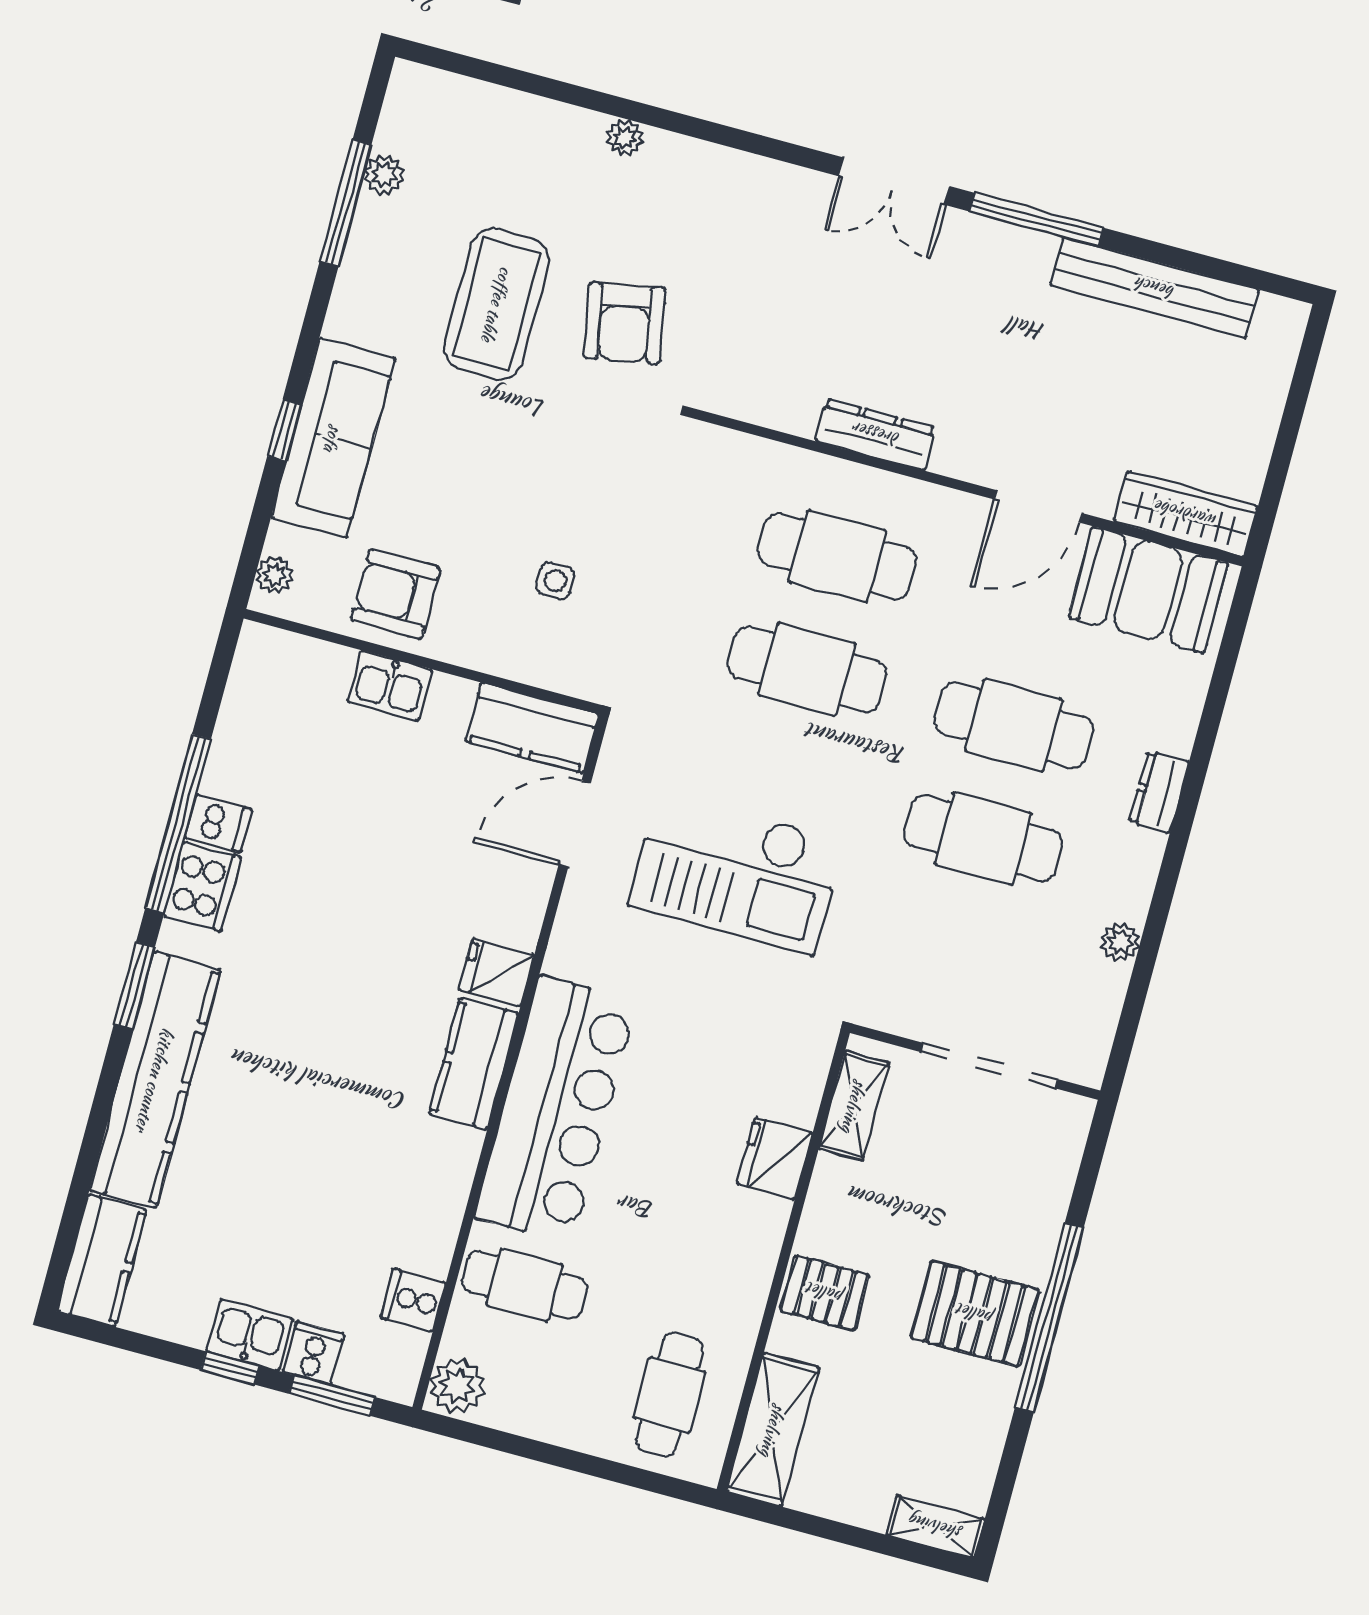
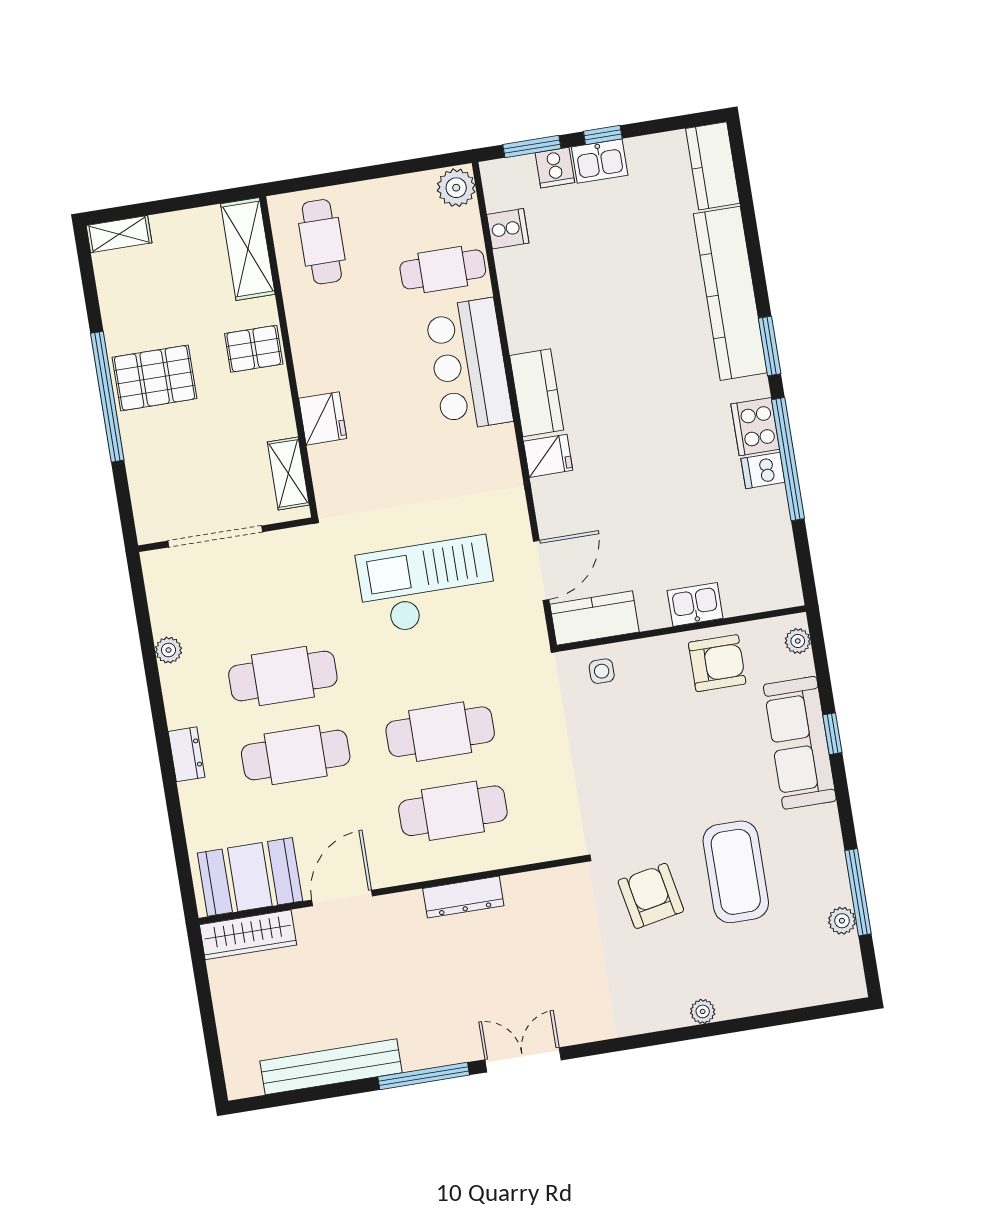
side table: (555, 581) -> (602, 671), moved
bar counter: (556, 1109) -> (469, 365), width x0.73

